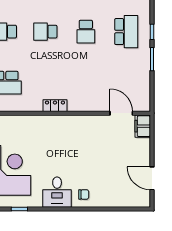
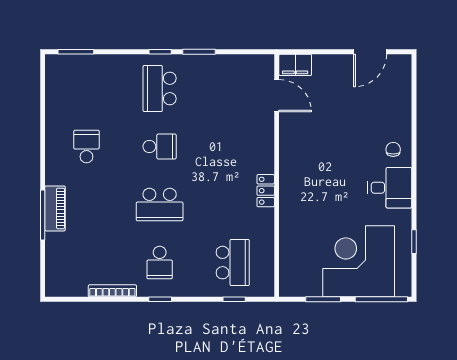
school desk: (45, 32) -> (160, 205), width x1.85
school desk: (126, 32) -> (160, 88), turned -90
door: (121, 113) -> (277, 96), swing flipped

